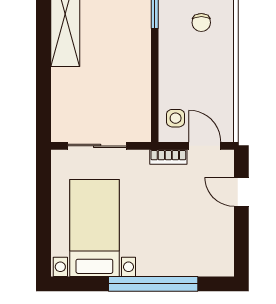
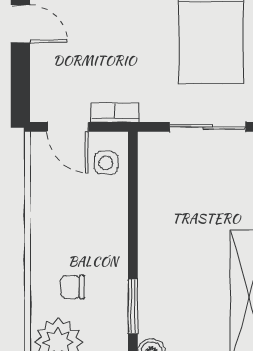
chair: (201, 23) -> (72, 287), turned -90
door: (241, 192) -> (20, 24), moved

